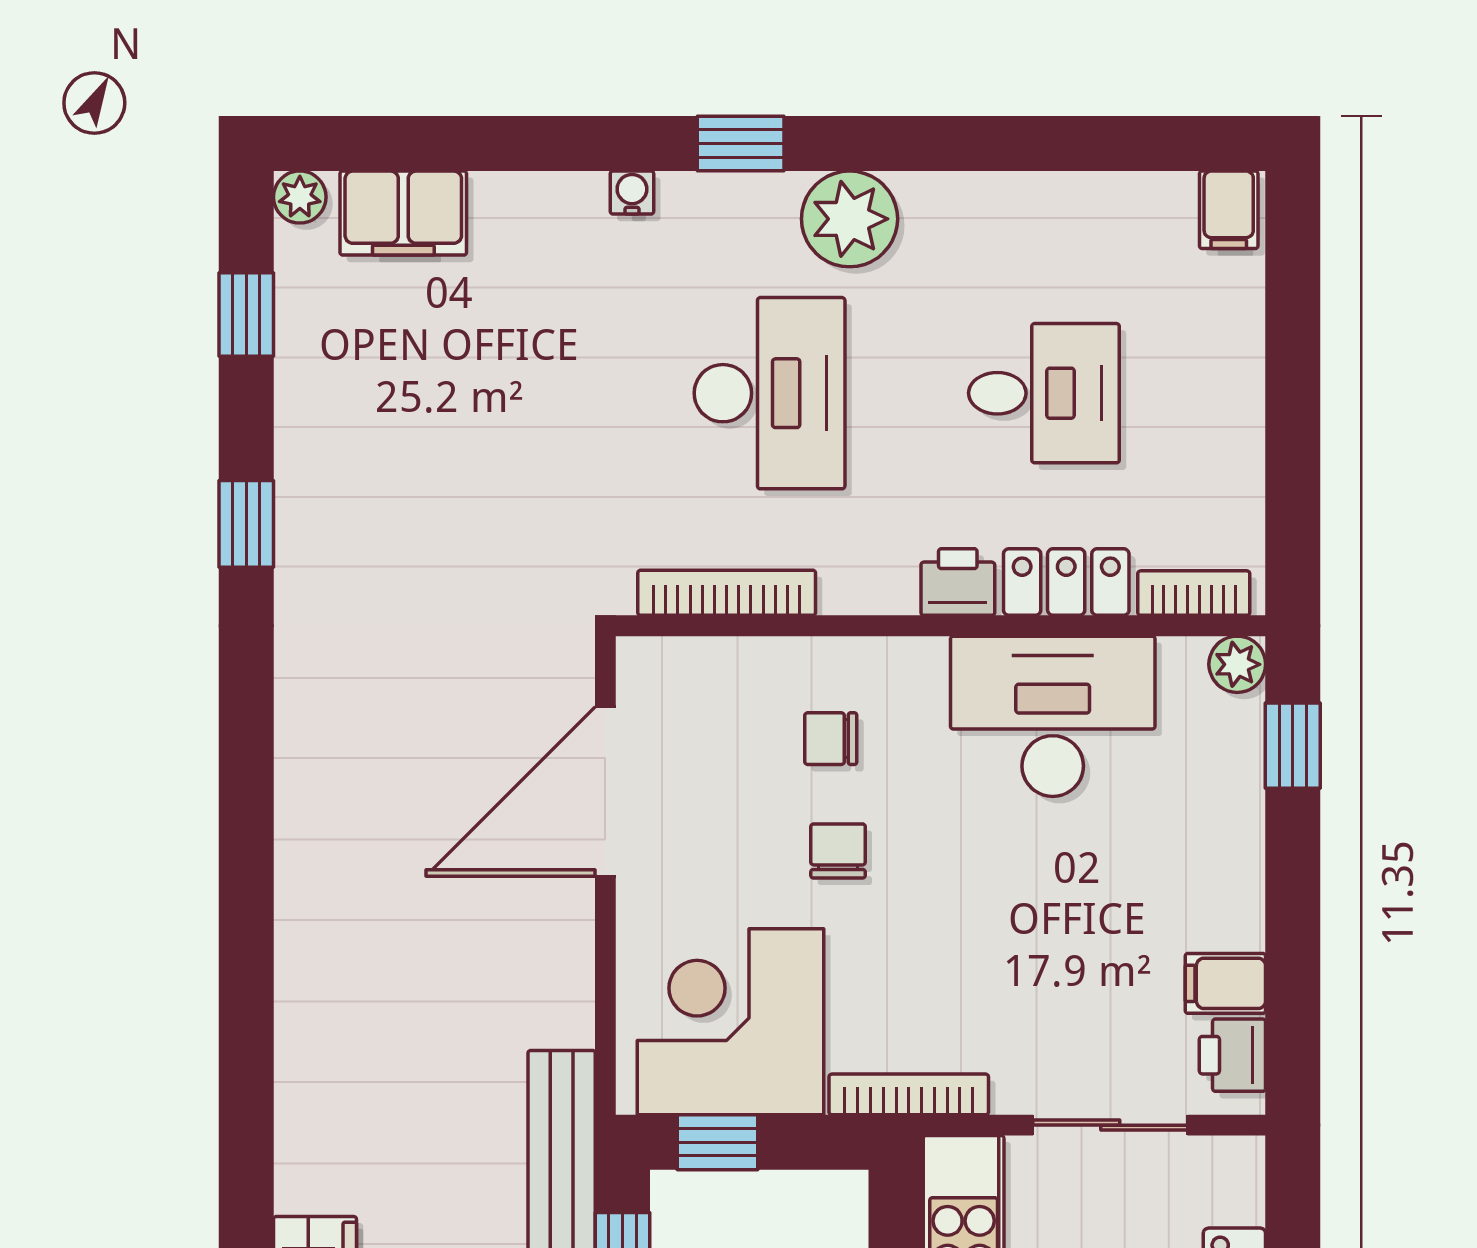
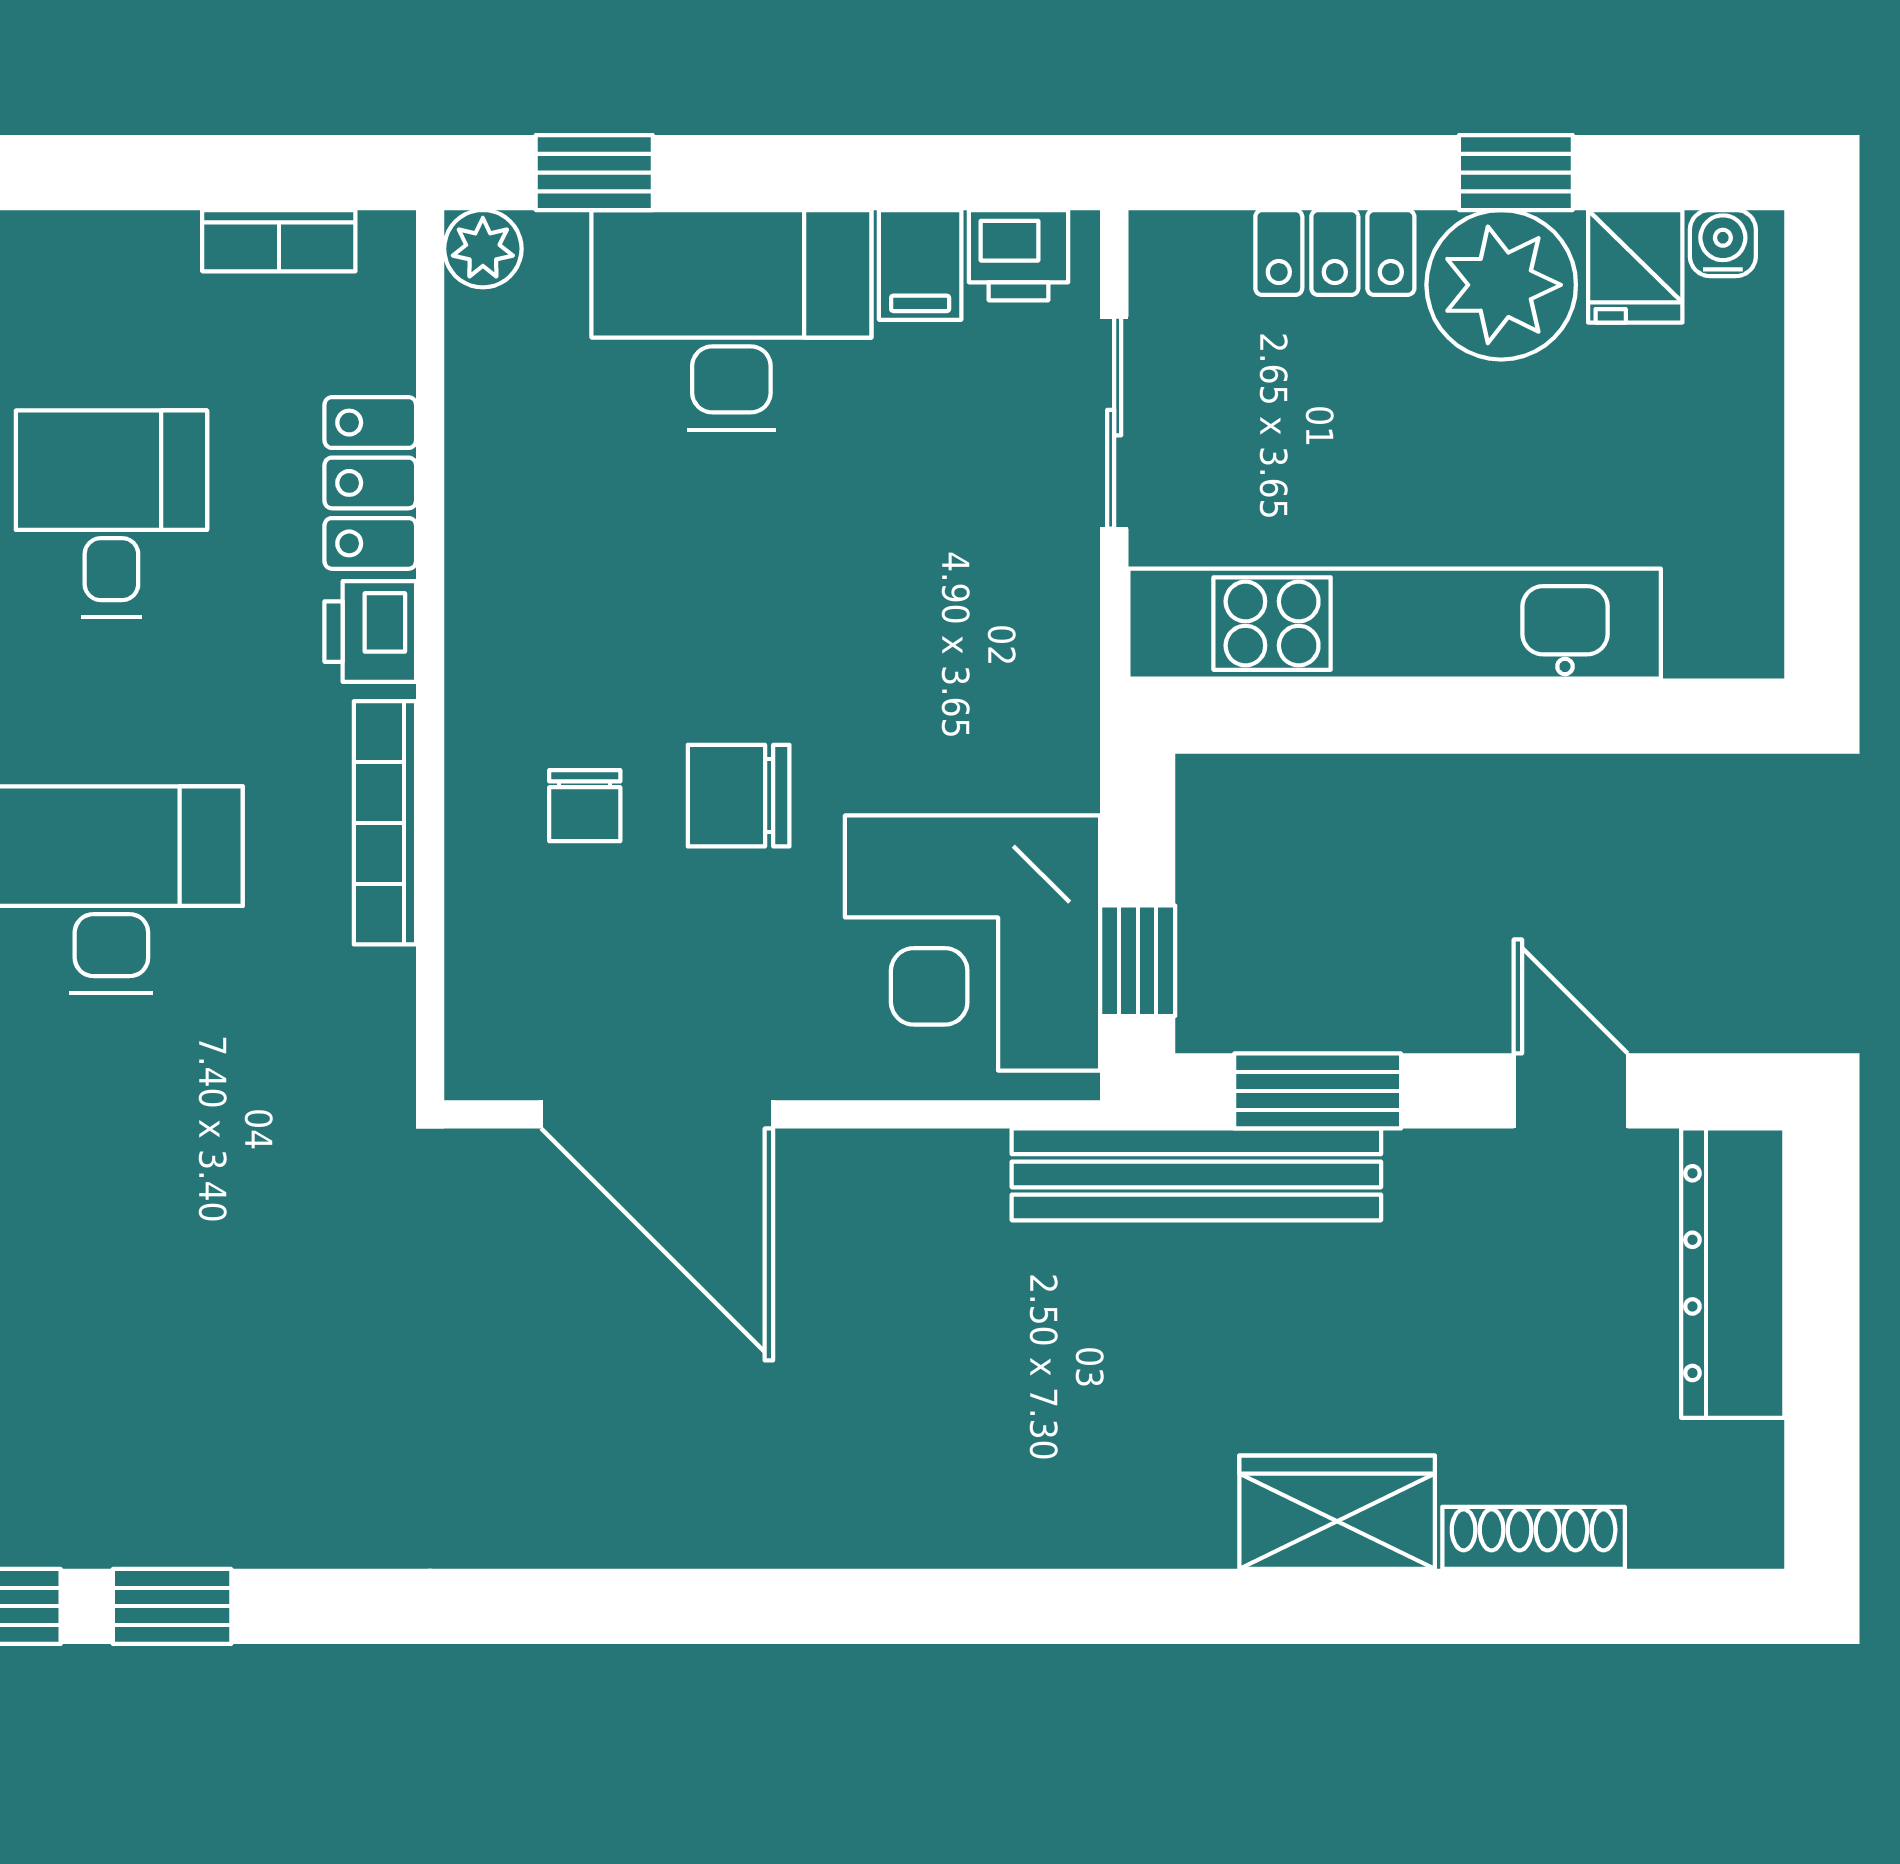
window: (246, 524) -> (172, 1606), moved
bookcase: (727, 593) -> (385, 823), moved
bookcase: (1194, 593) -> (279, 241), moved, turned -90
desk: (1053, 716) -> (731, 320), moved, turned 90
chair: (838, 851) -> (739, 796), width x1.37, depth x1.37
bookcase: (909, 1094) -> (1072, 699), removed

